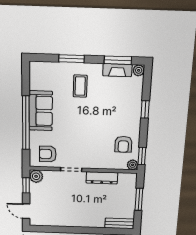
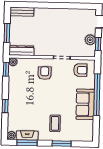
armchair: (123, 144) -> (45, 73), moved
plant: (36, 176) -> (90, 40), moved
dresser: (102, 178) -> (22, 51), moved

